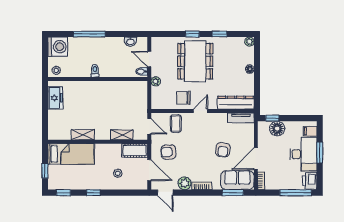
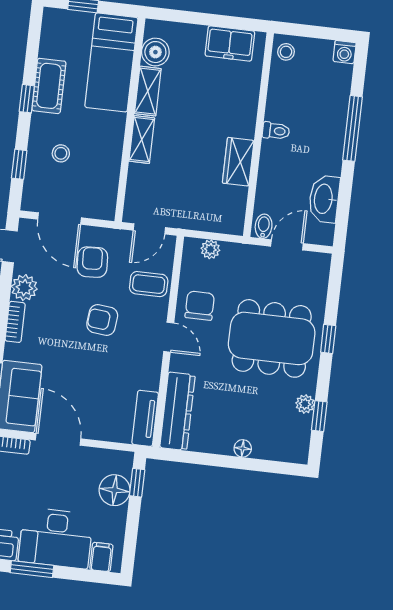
window: (220, 34) -> (319, 416), moved
washbasin: (130, 42) -> (324, 199), width x1.91, depth x1.45
plant: (249, 42) -> (305, 404), moved
washing machine: (58, 47) -> (345, 52), width x0.53, depth x0.53
plant: (156, 81) -> (210, 249), moved
wardrobe: (112, 87) -> (238, 162), added
boiler: (64, 133) -> (155, 52), added
shelving: (122, 135) -> (142, 140), moved
armchair: (223, 150) -> (102, 320), moved
cot: (135, 151) -> (49, 86), moved
window: (320, 152) -> (32, 569), moved
door: (149, 170) -> (60, 219), hinge flipped
window: (63, 193) -> (19, 164), moved

